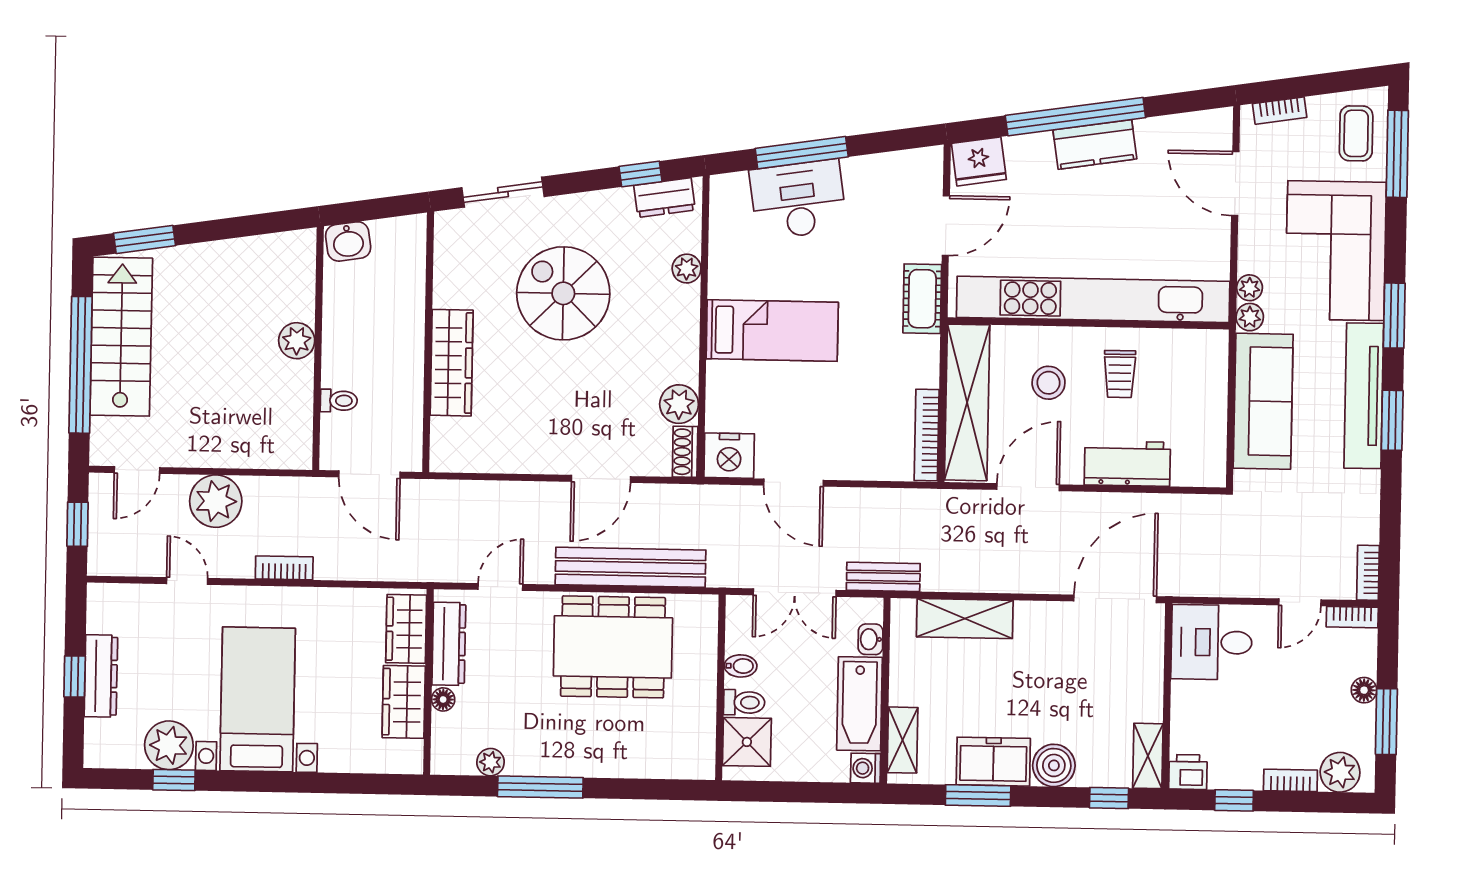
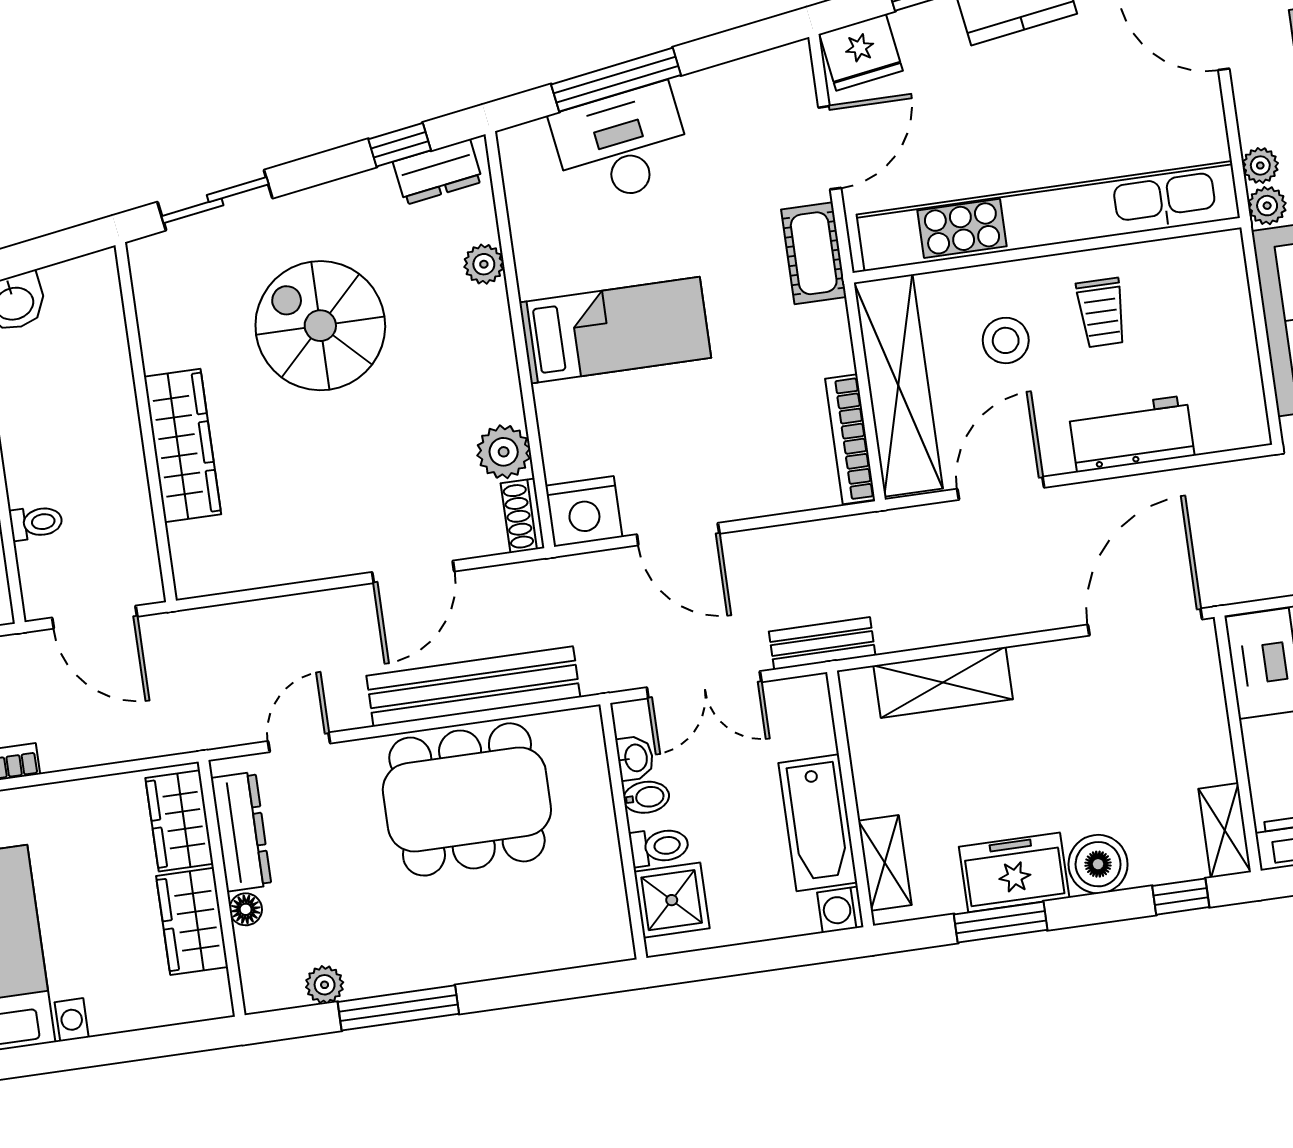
washbasin: (871, 639) -> (635, 758), moved, turned 180

